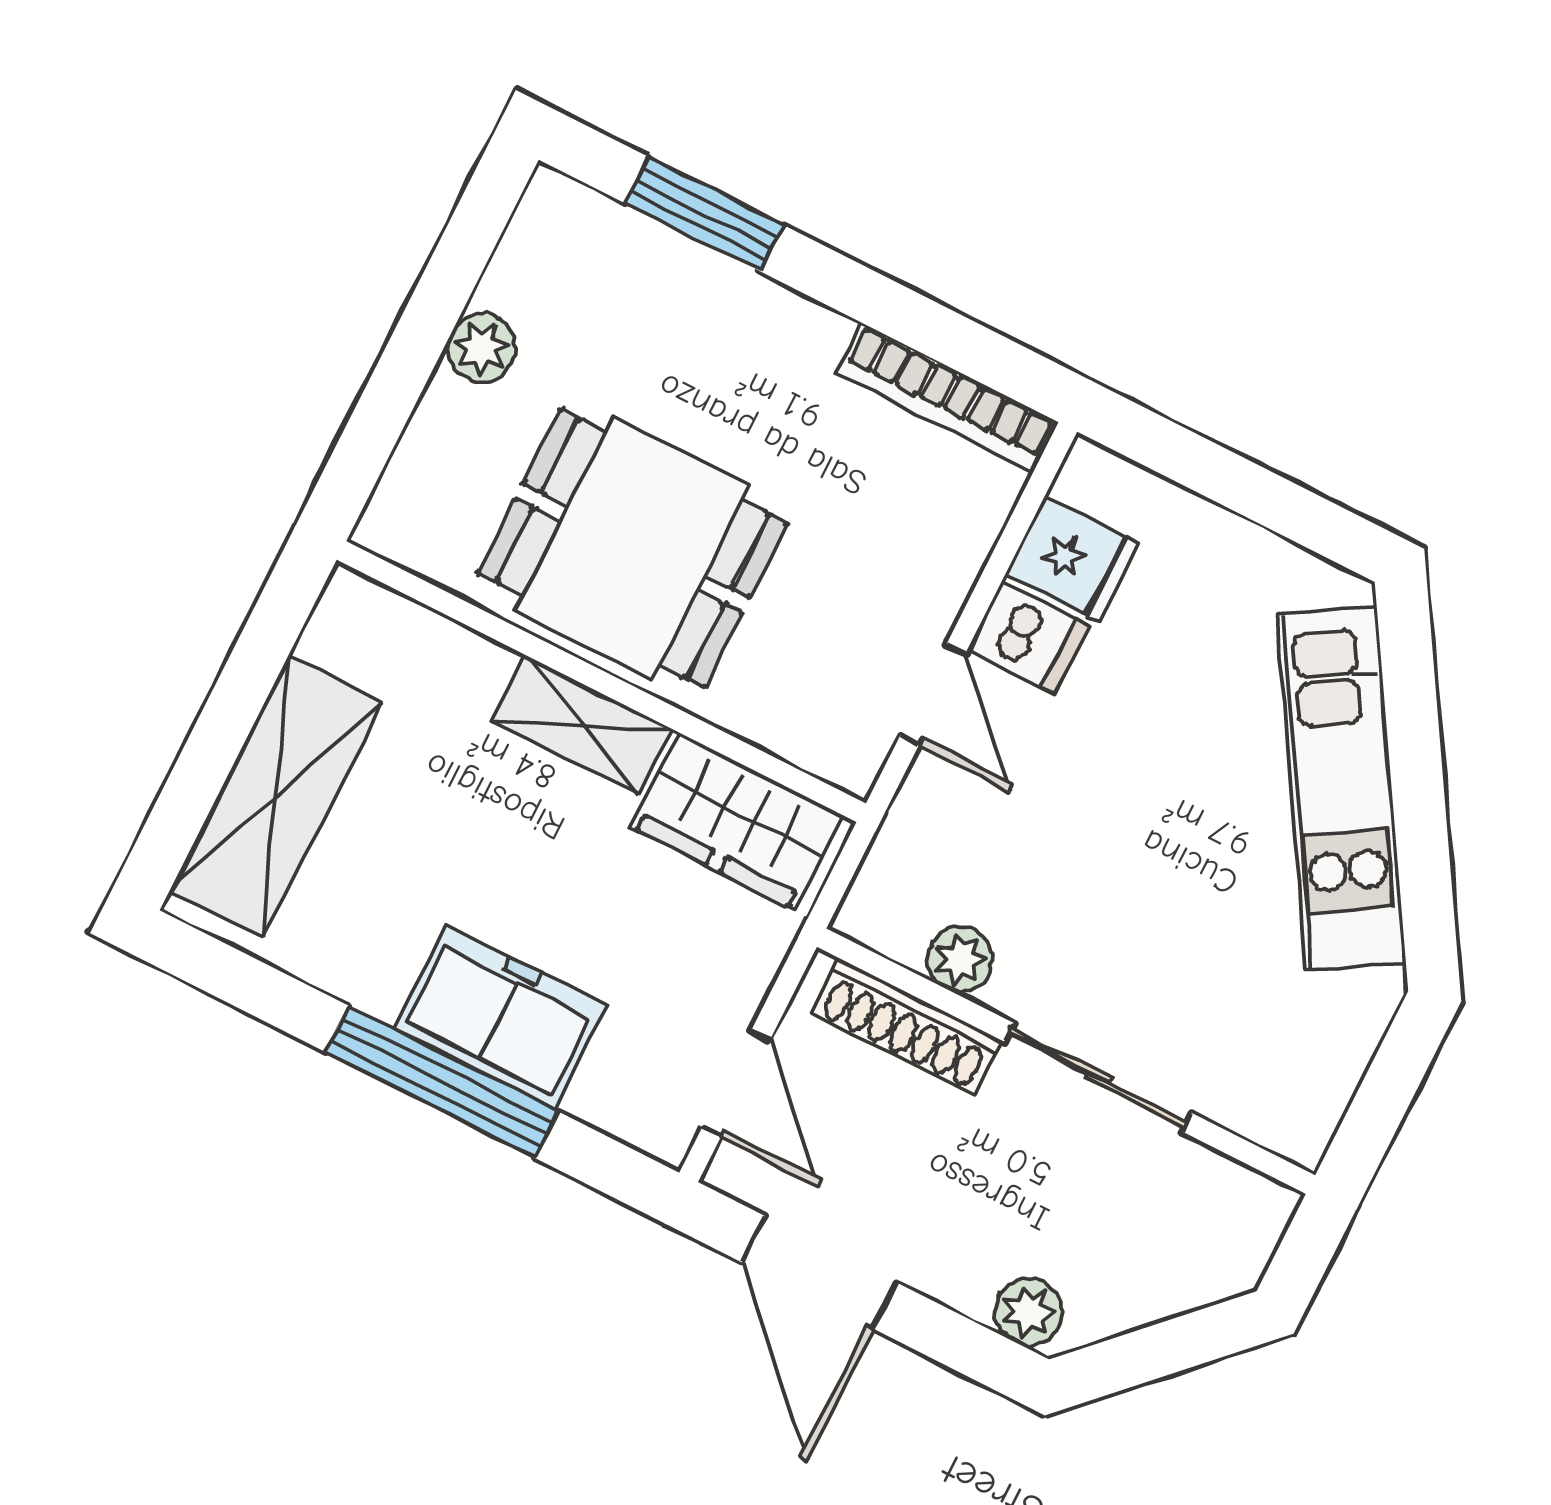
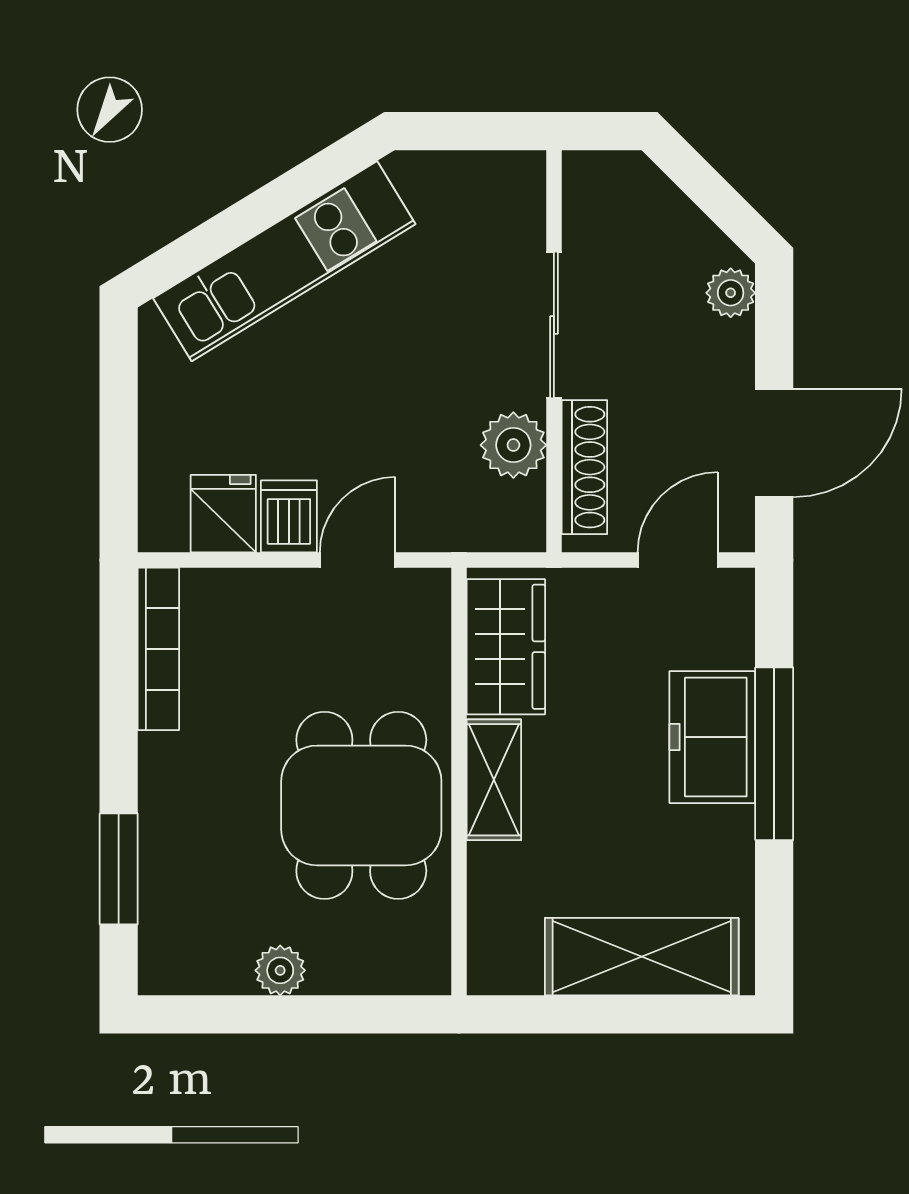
plant: (961, 960) -> (513, 445), width x1.38, depth x1.38

